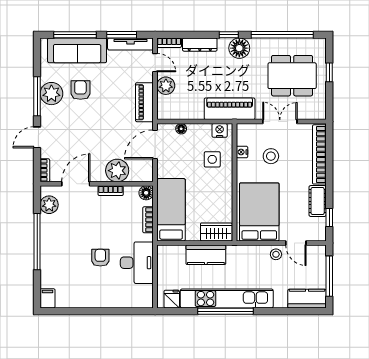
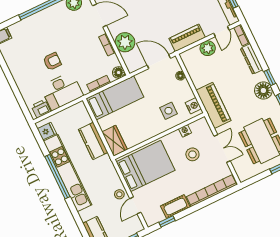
printer: (145, 294) -> (41, 109), added

